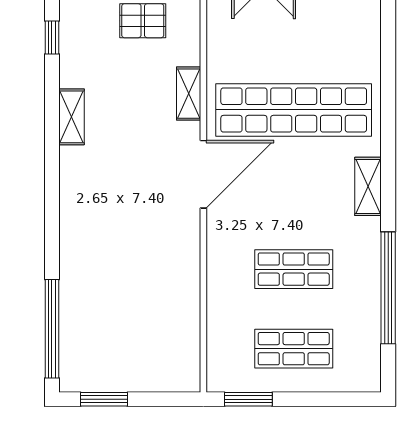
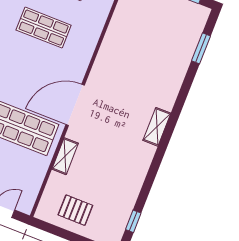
shelving: (71, 117) -> (157, 127), moved
window: (52, 329) -> (201, 48), width x0.47

